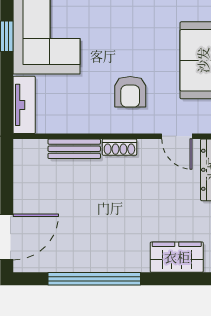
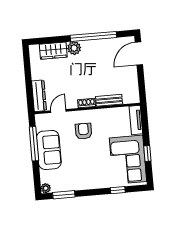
door: (177, 136) -> (58, 111), hinge flipped
plant: (135, 259) -> (74, 48), added

